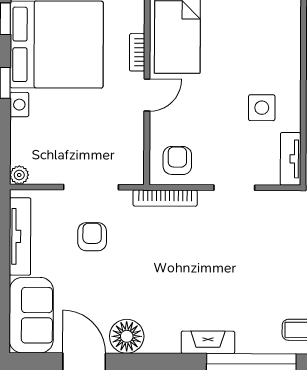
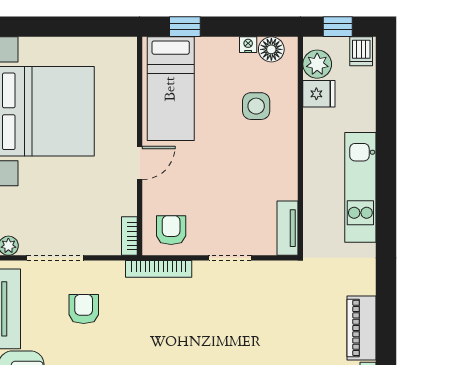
bookcase: (137, 52) -> (129, 236), moved
side table: (262, 108) -> (256, 106), moved
doorway: (91, 187) -> (55, 258), moved

